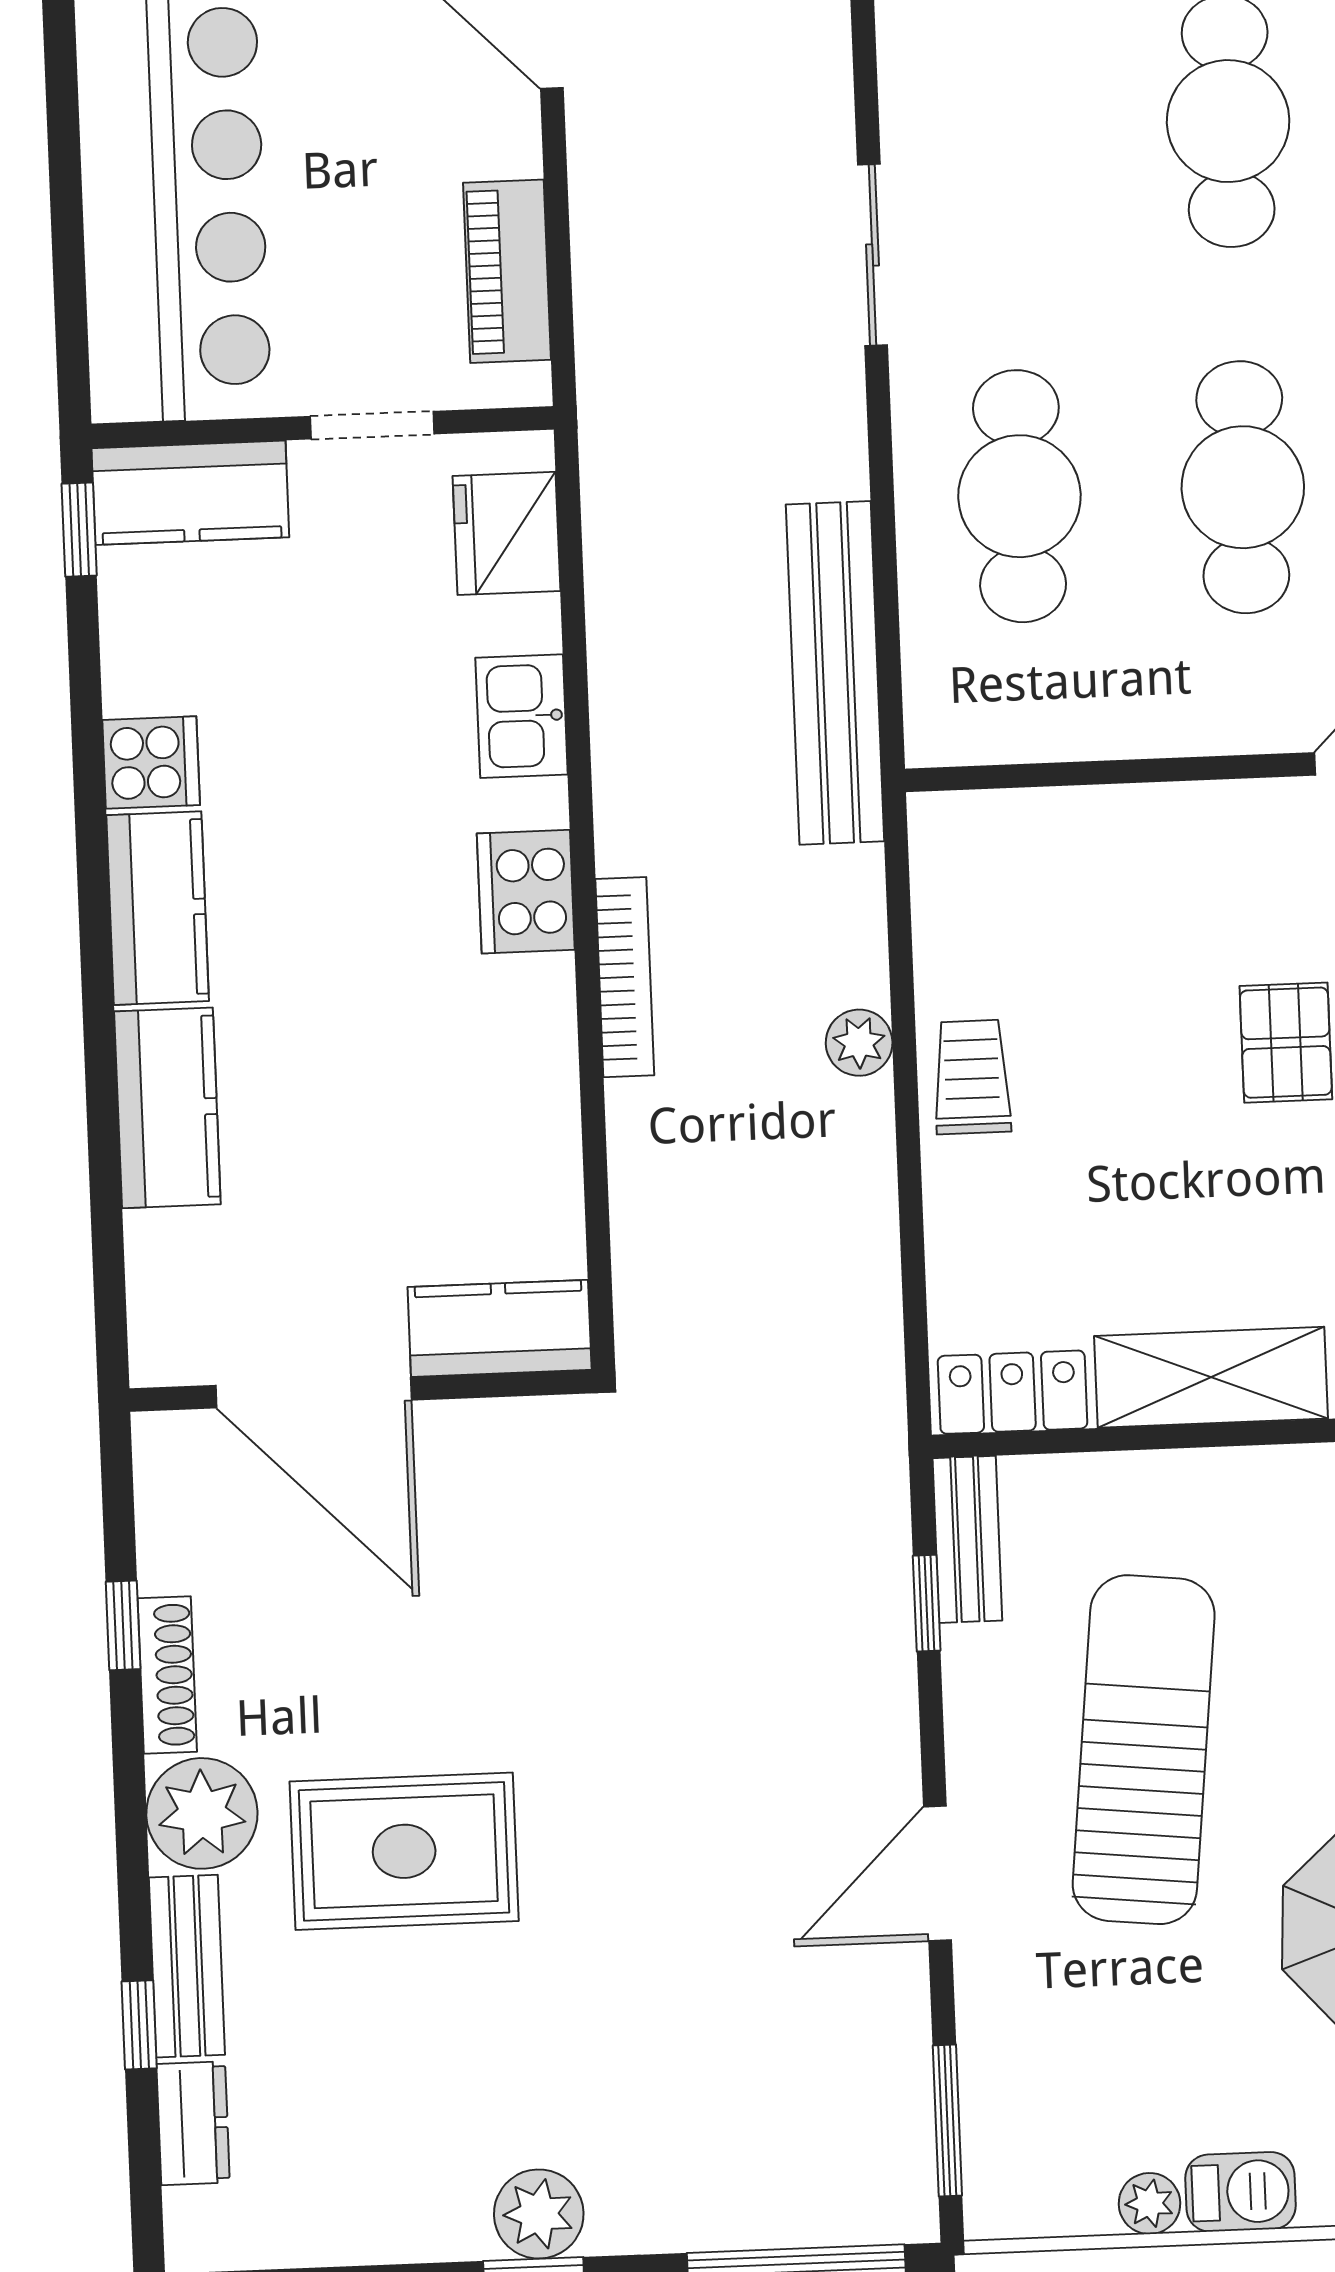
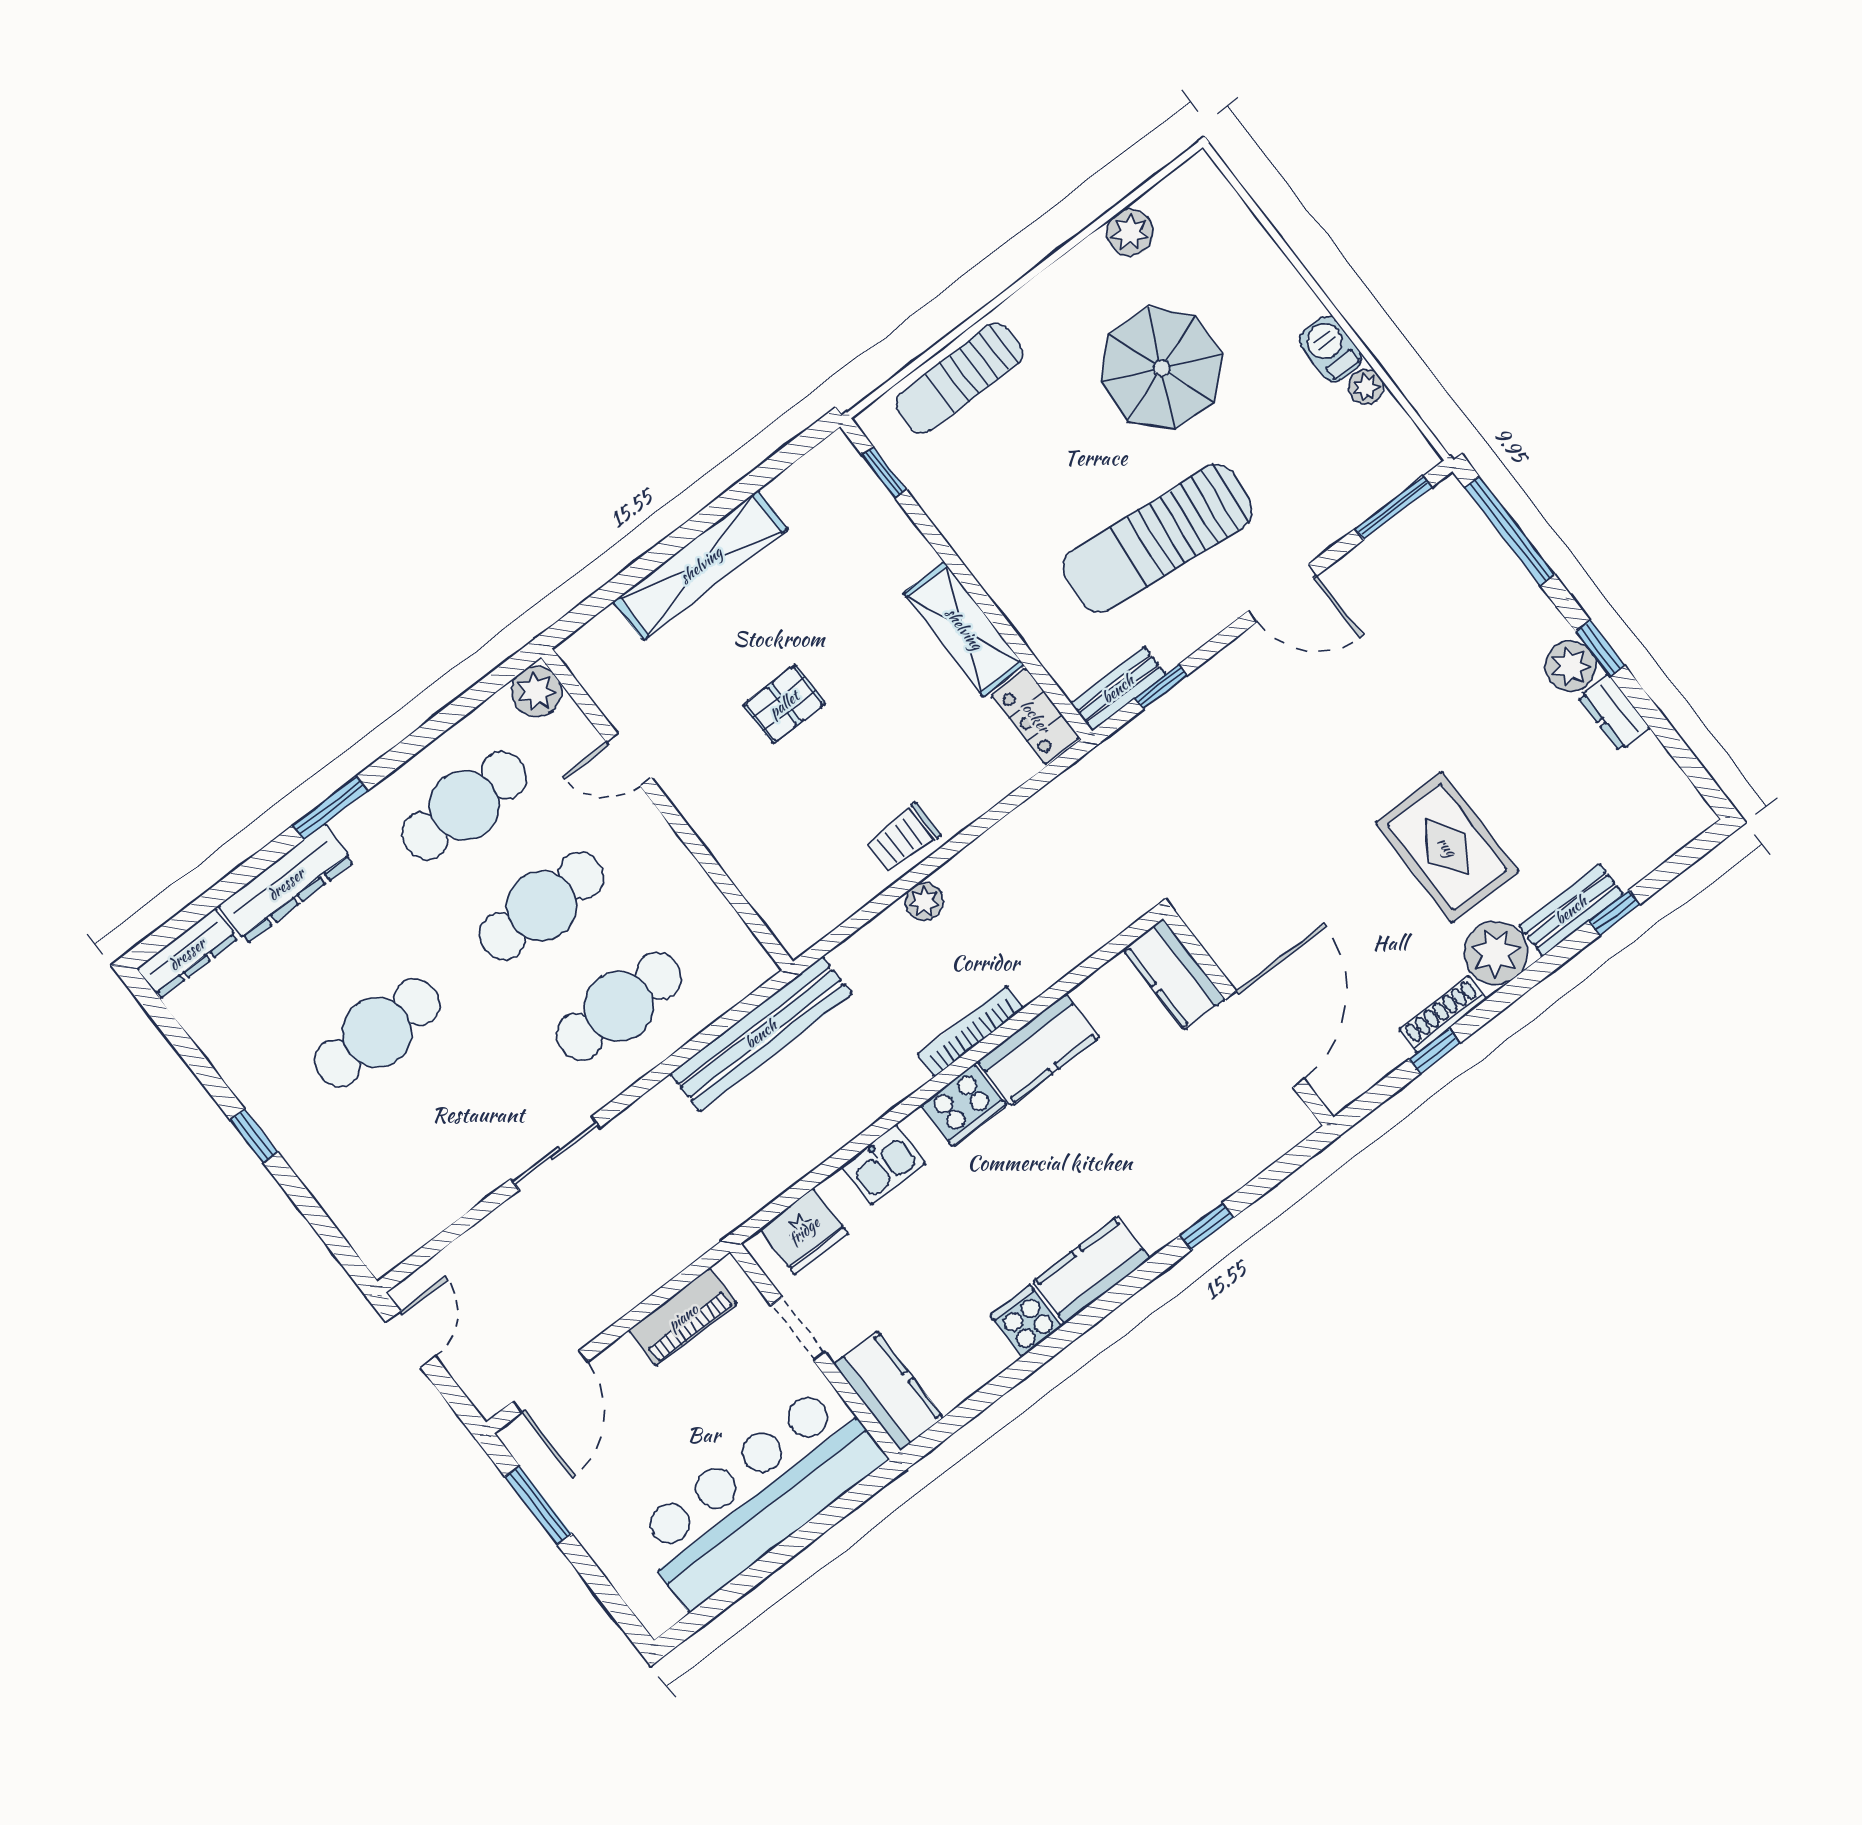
window: (79, 530) -> (1207, 1226), moved
kitchen counter: (167, 1108) -> (1038, 1049), moved, turned 180
dresser: (193, 2123) -> (1614, 713), moved, turned -90

